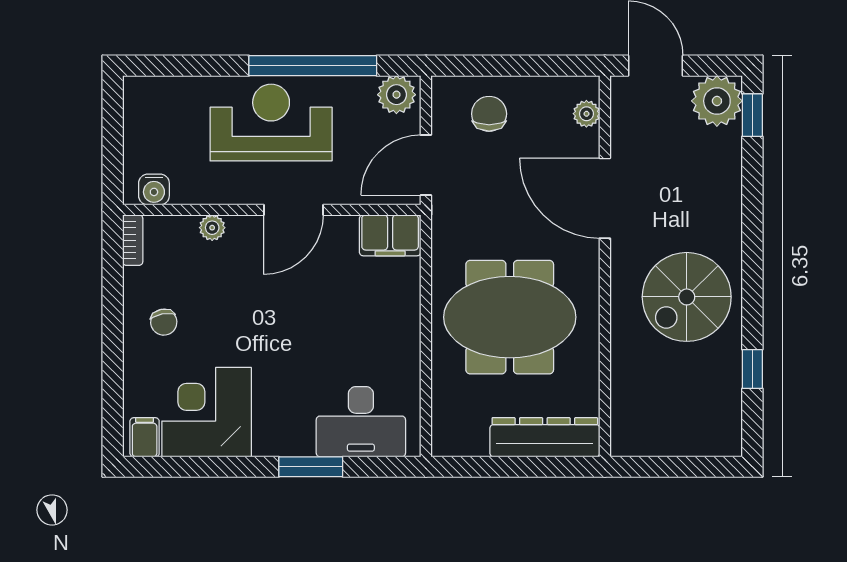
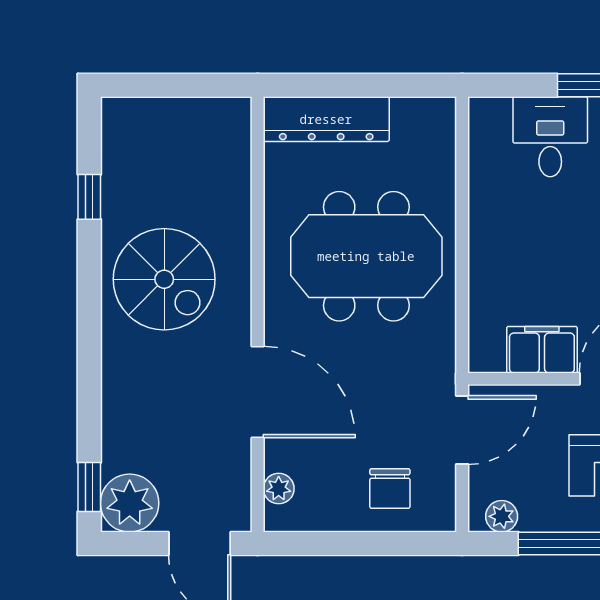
plant: (396, 95) -> (502, 516), width x0.73, depth x0.73
filing cabinet: (390, 235) -> (542, 350), moved
spiral stairs: (687, 297) -> (164, 279), turned 90
desk: (361, 422) -> (550, 137), width x0.73

